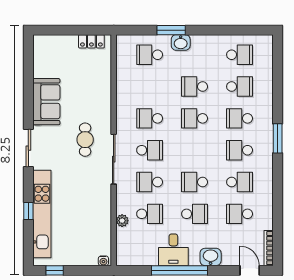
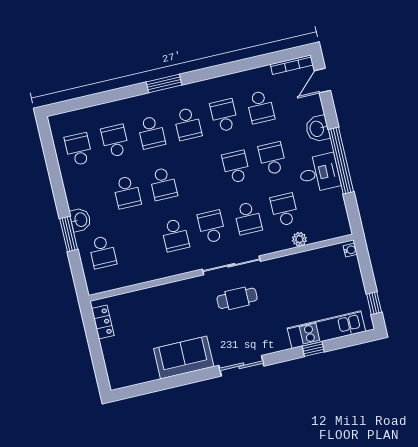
cafe table: (85, 140) -> (237, 298), moved
school desk: (195, 182) -> (236, 167), turned 180
kitchen unit: (42, 214) -> (326, 330), width x0.73

